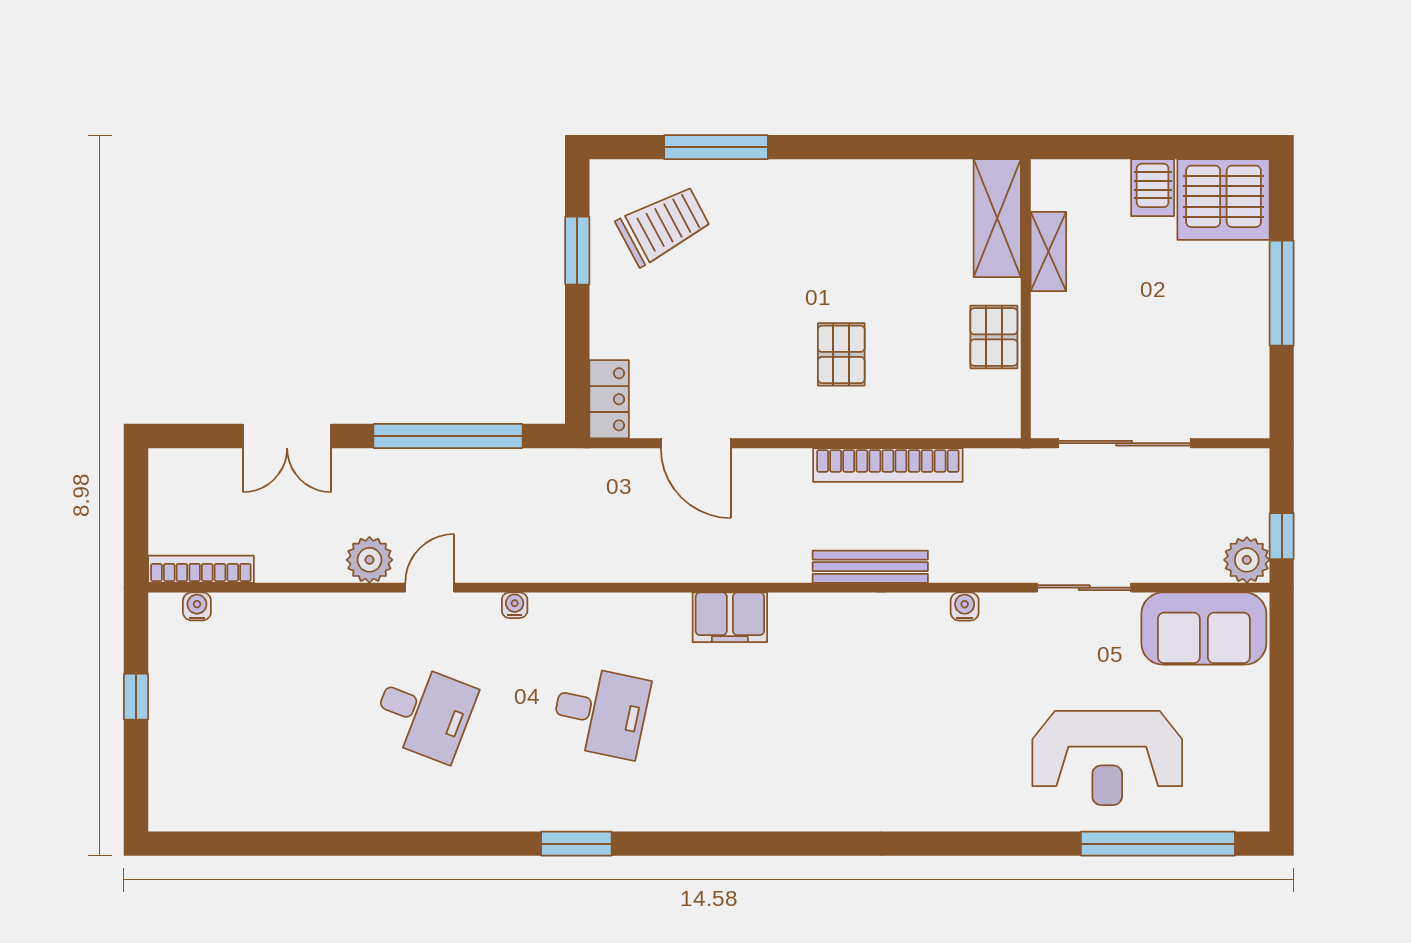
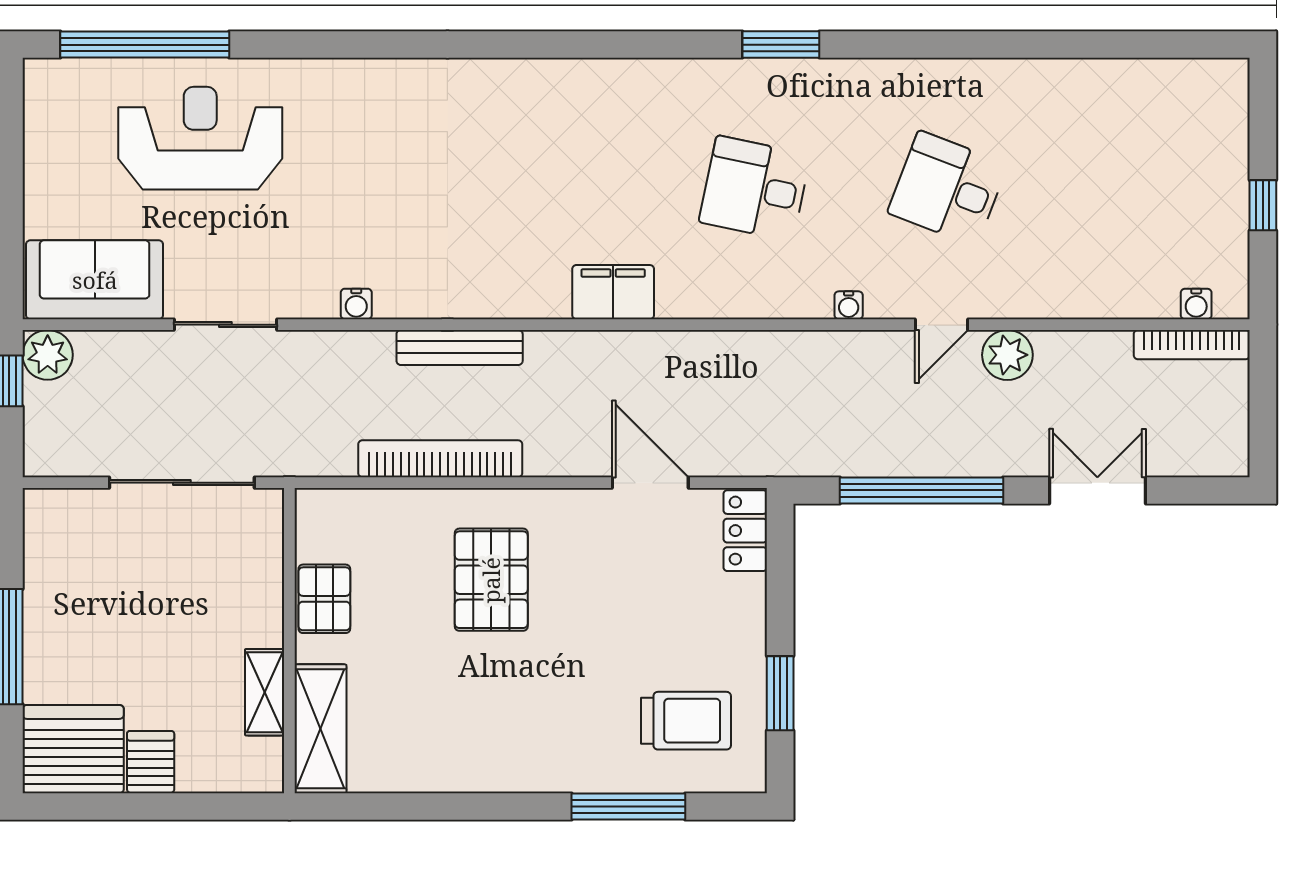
trolley: (663, 225) -> (686, 721), turned -152
pallet: (841, 354) -> (491, 580), width x1.50, depth x1.42

